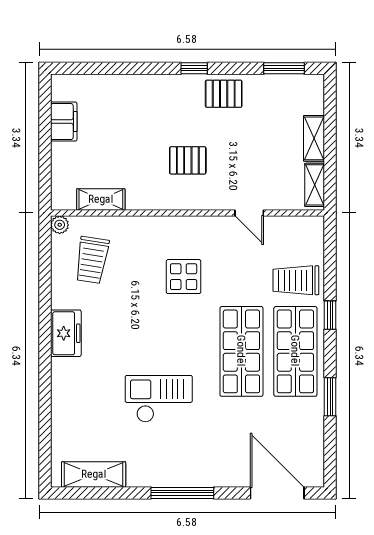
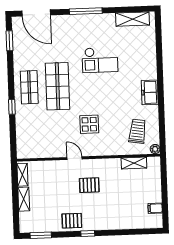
filing cabinet: (64, 122) -> (155, 208), width x0.50
door: (249, 213) -> (75, 158), moved
trolley: (296, 280) -> (30, 125), removed
shop shelf: (295, 351) -> (29, 87), width x0.70, depth x0.74
window: (330, 397) -> (9, 41), moved

